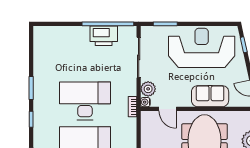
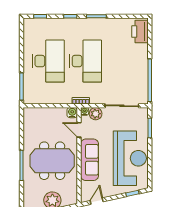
printer: (104, 36) -> (140, 32), moved
sofa: (210, 96) -> (90, 160), width x1.36
door: (168, 109) -> (79, 130), hinge flipped
water cooler: (147, 117) -> (72, 113), added

